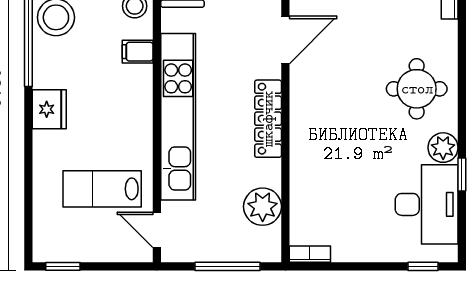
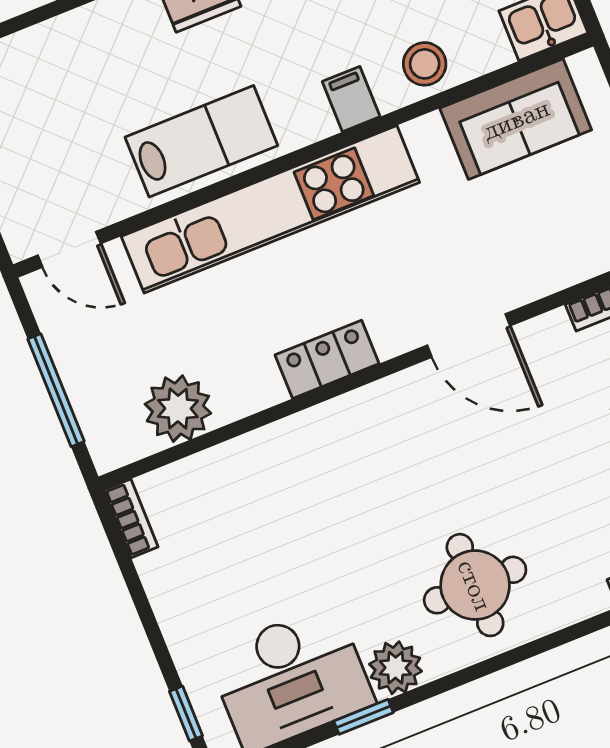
locker: (268, 119) -> (327, 359), width x0.66
lab bench: (102, 189) -> (201, 141), moved, turned 90
door: (157, 230) -> (69, 249), swing flipped

